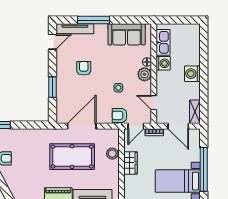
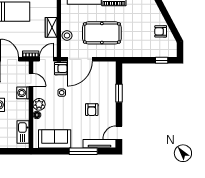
washing machine: (163, 63) -> (23, 93), moved
door: (82, 126) -> (80, 59), moved

